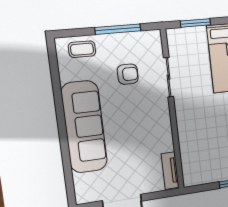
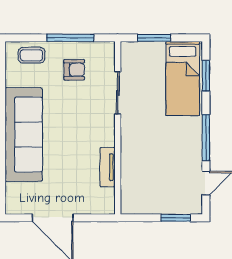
armchair: (128, 74) -> (74, 70), moved
tv unit: (170, 171) -> (107, 167), moved

